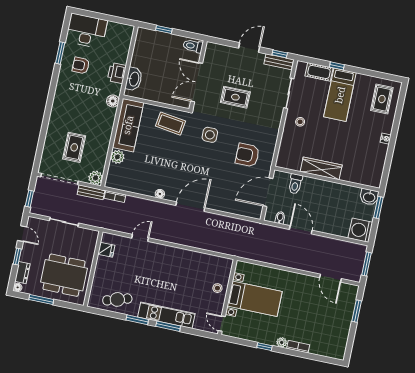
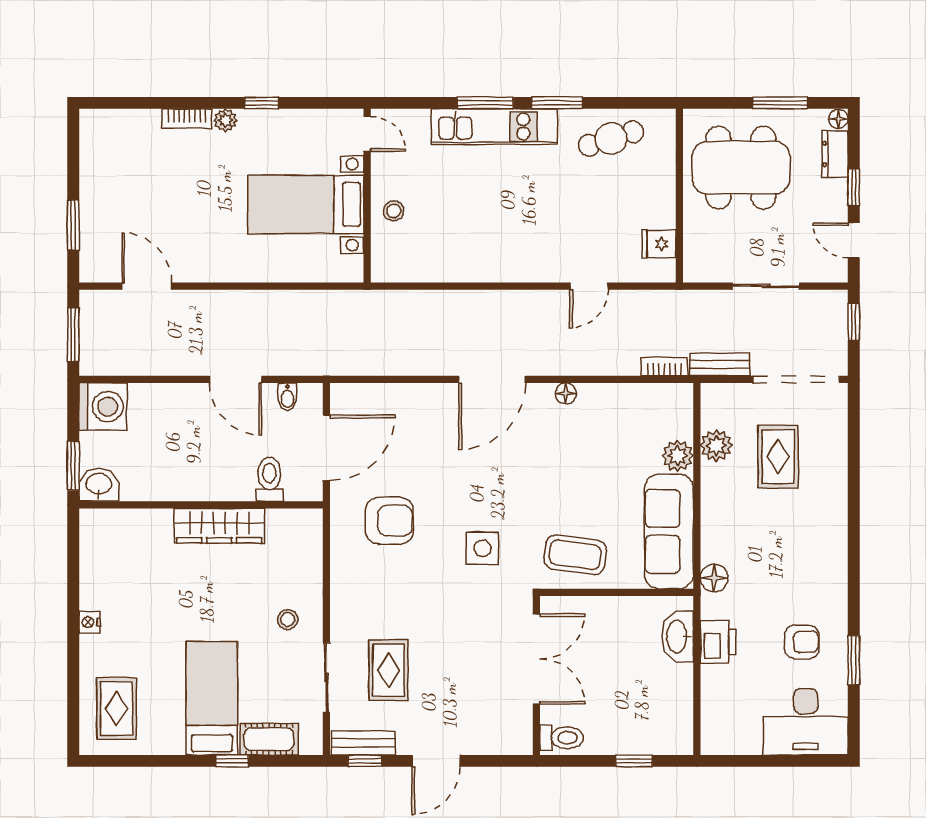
rug: (235, 97) -> (388, 670), moved, turned 90
plant: (96, 178) -> (716, 445), moved

